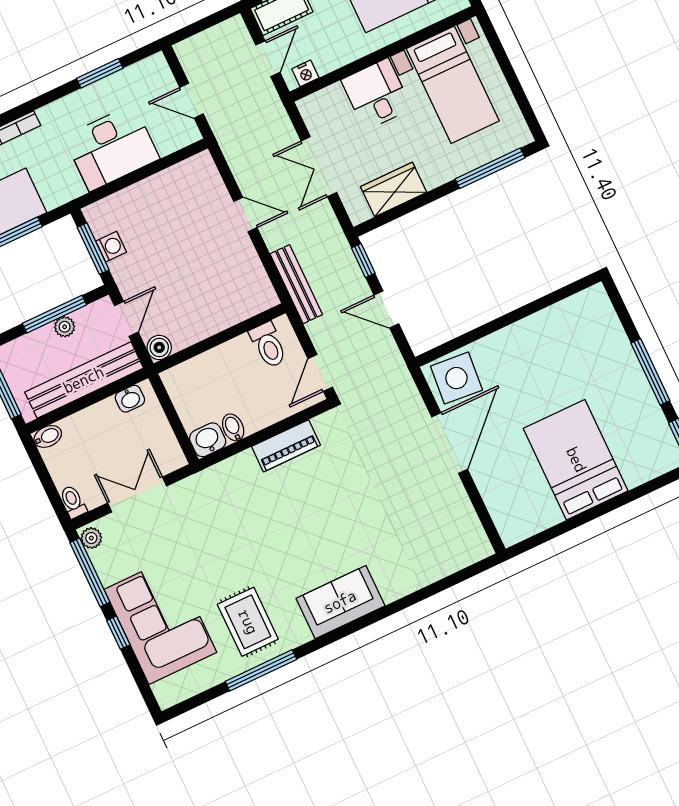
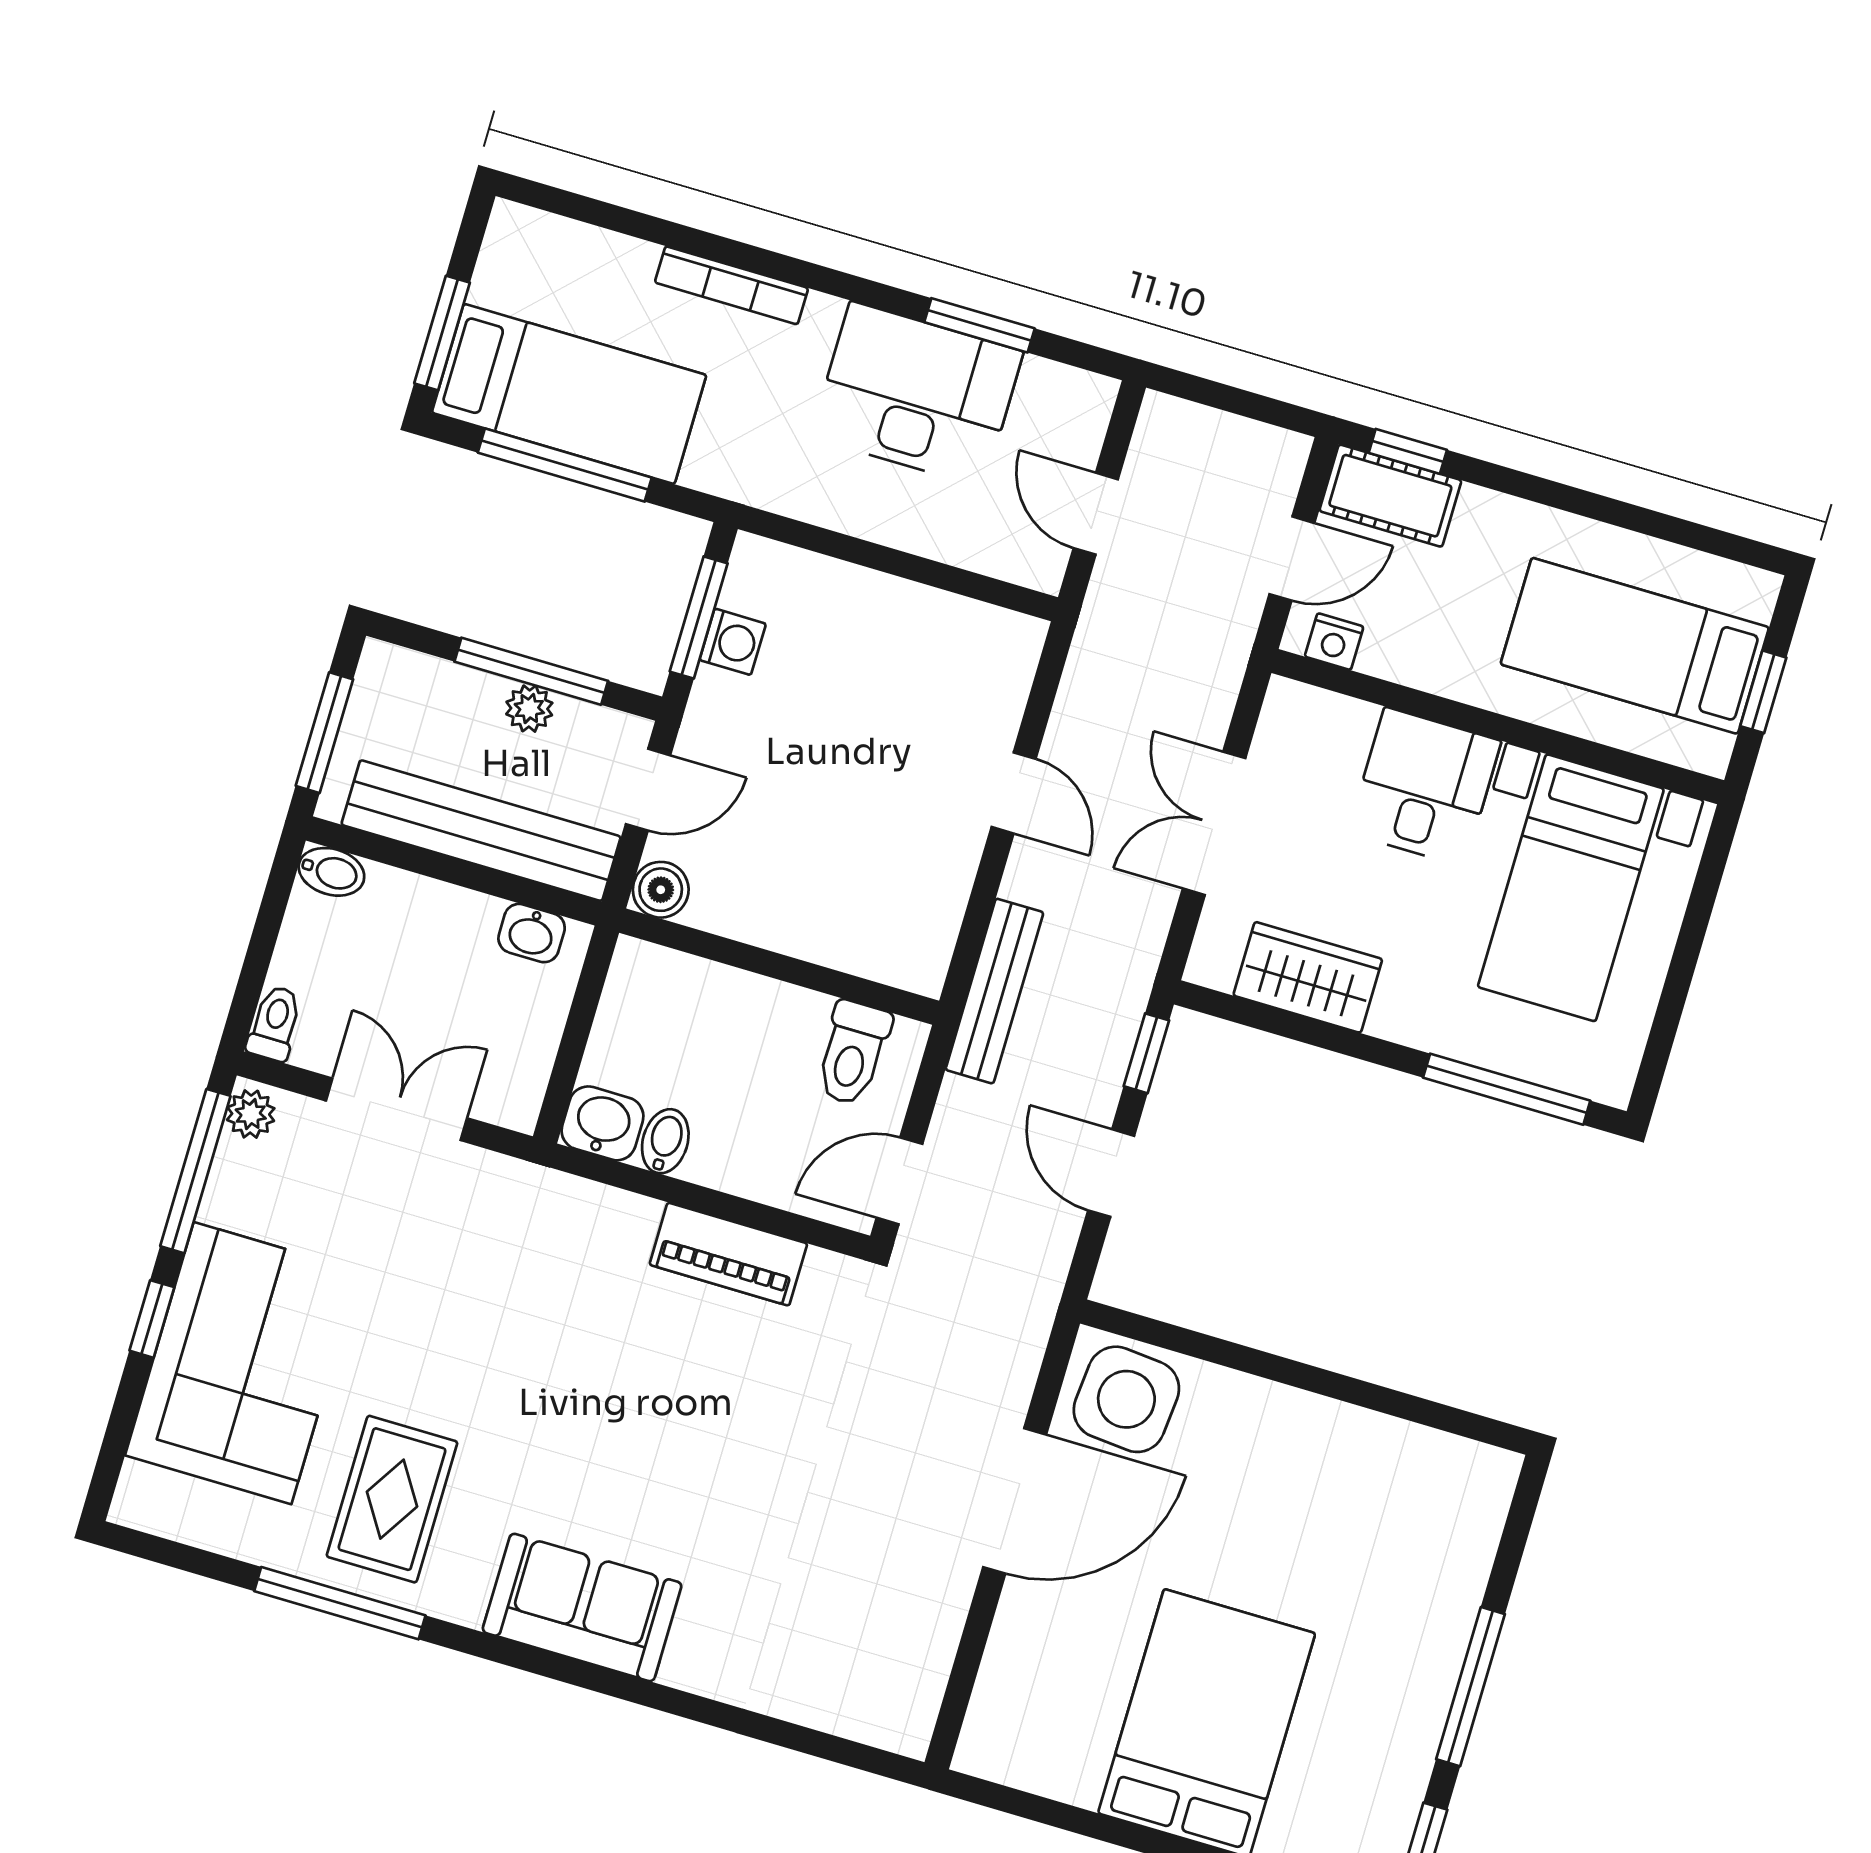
desk: (112, 148) -> (917, 394), moved, turned 180

